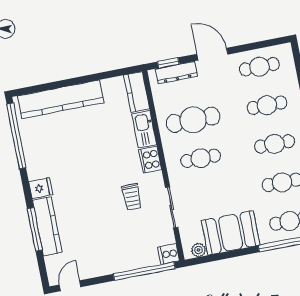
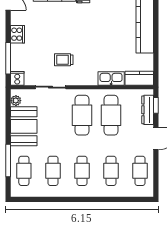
cafe table: (201, 158) -> (82, 115), width x1.37, depth x1.35
cooker: (150, 160) -> (18, 34), moved, turned 90
window: (144, 271) -> (8, 58), width x0.68

